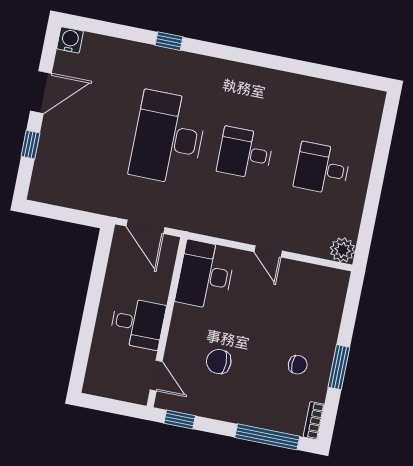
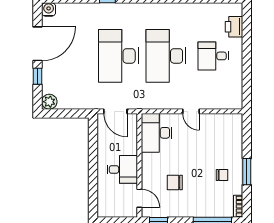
door: (41, 92) -> (38, 44), width x1.36
printer: (365, 128) -> (234, 27), added
desk: (245, 153) -> (166, 56), width x1.87, depth x1.30
plant: (343, 250) -> (49, 102), moved

